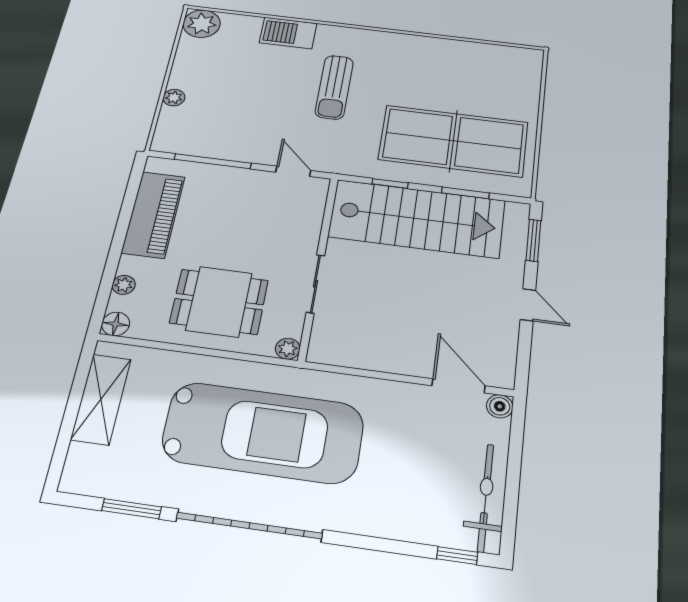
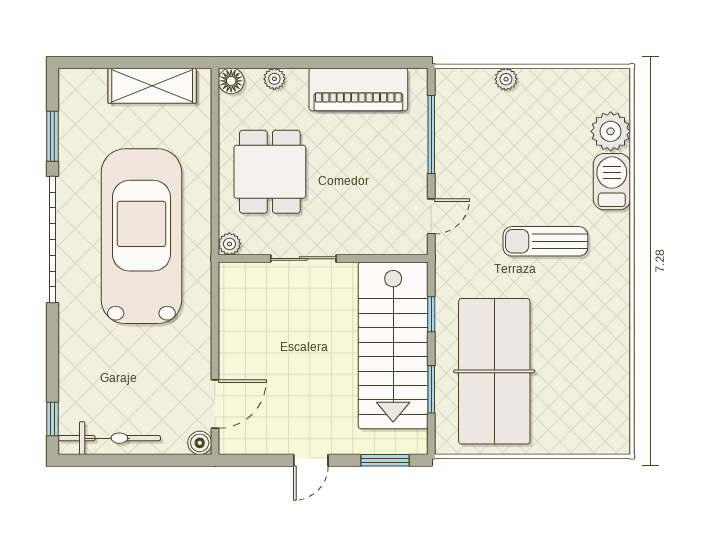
plant: (202, 24) -> (611, 131), moved
car: (263, 433) -> (141, 236), turned 180

